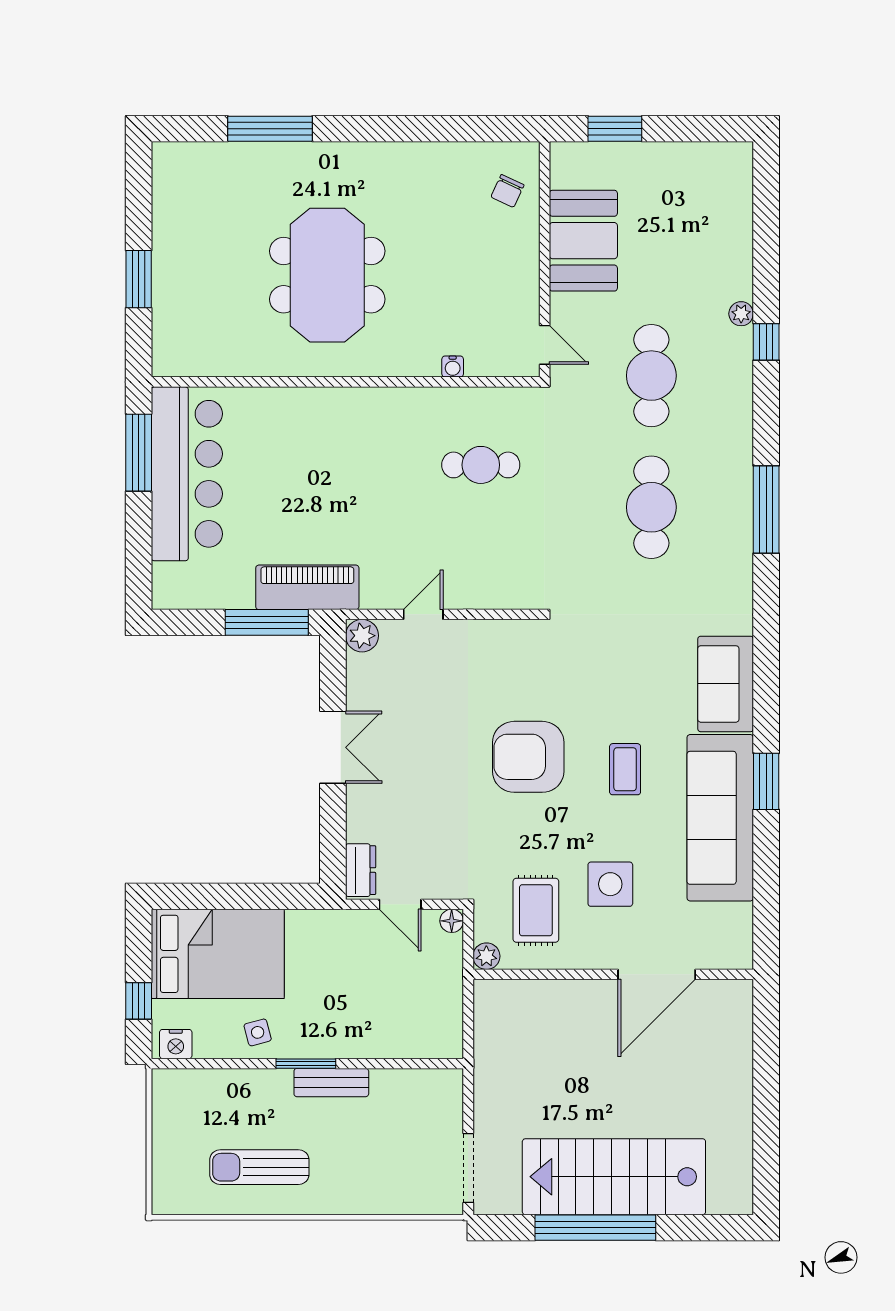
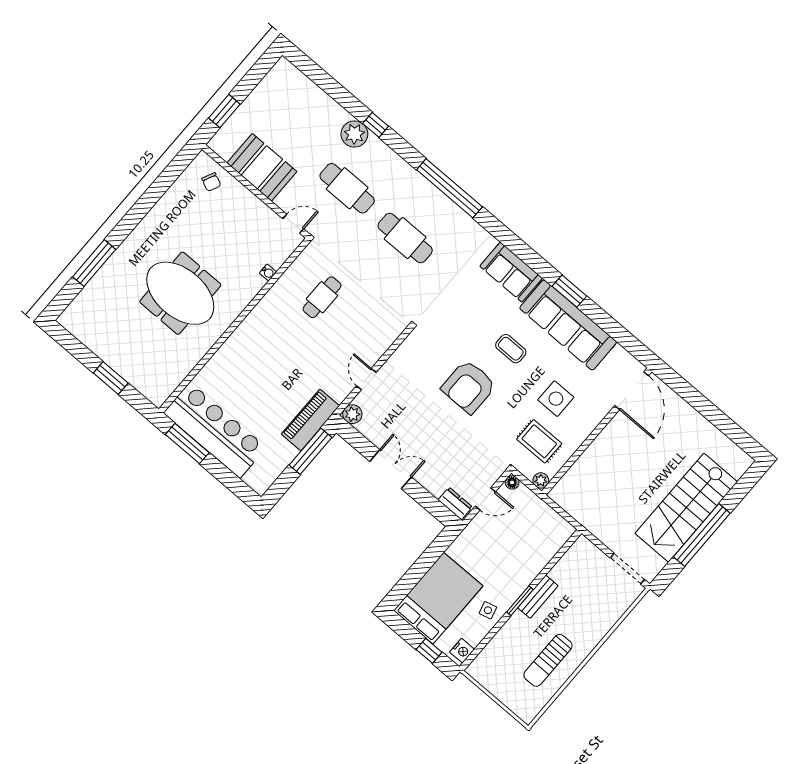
plant: (741, 314) -> (354, 134), width x1.88, depth x1.88
window: (766, 509) -> (449, 188), width x1.46
door: (657, 974) -> (632, 391), moved

